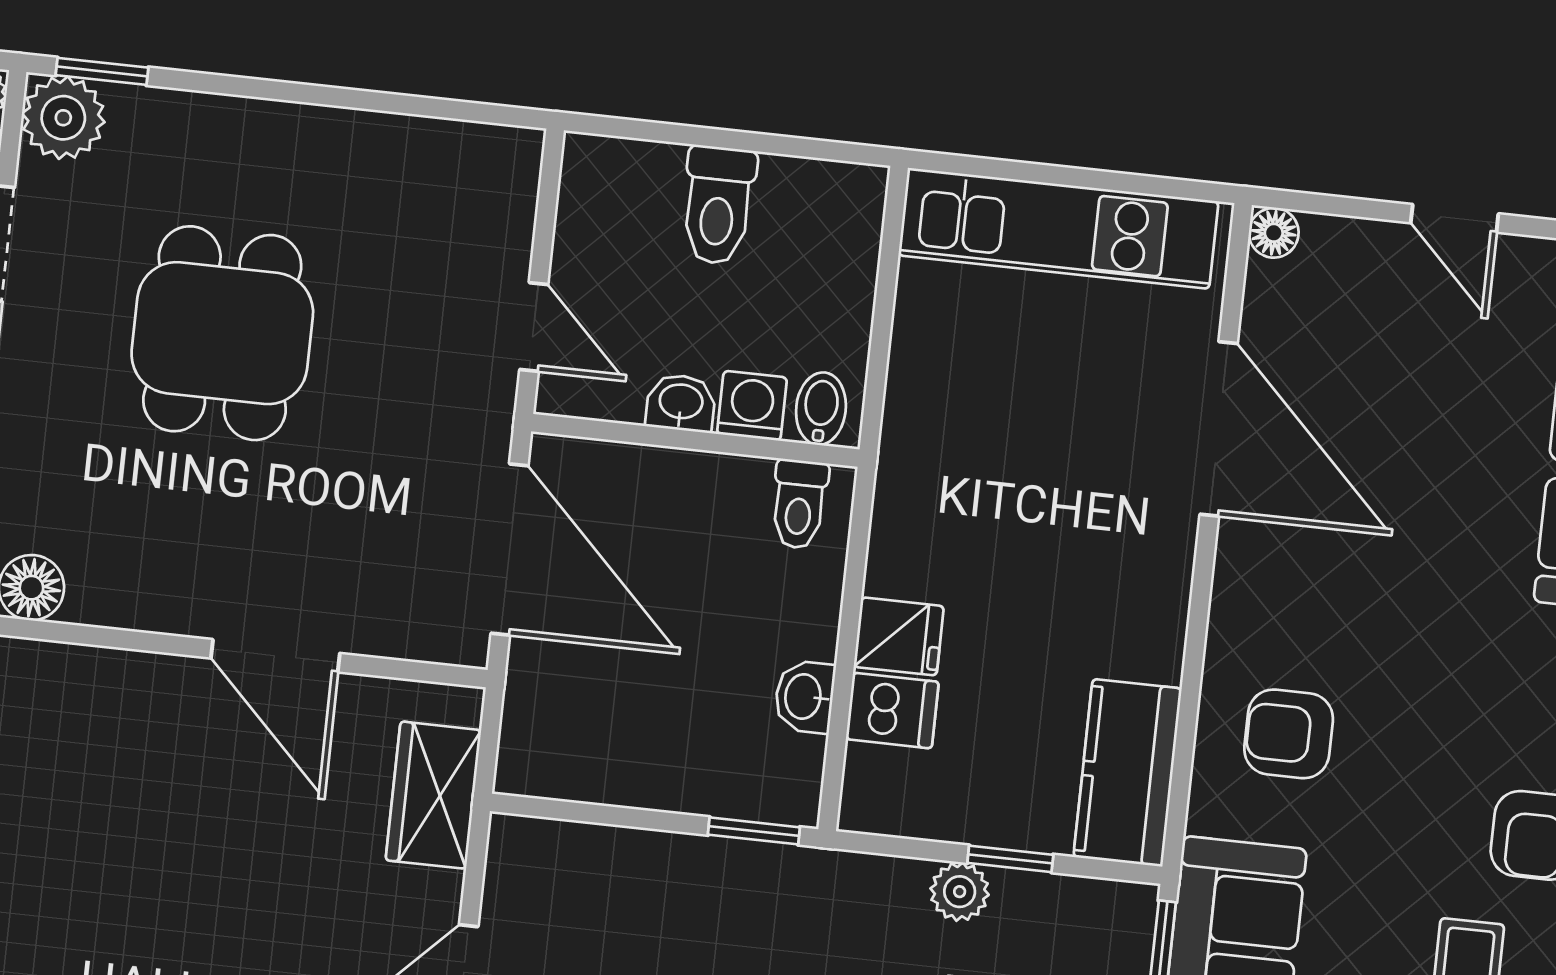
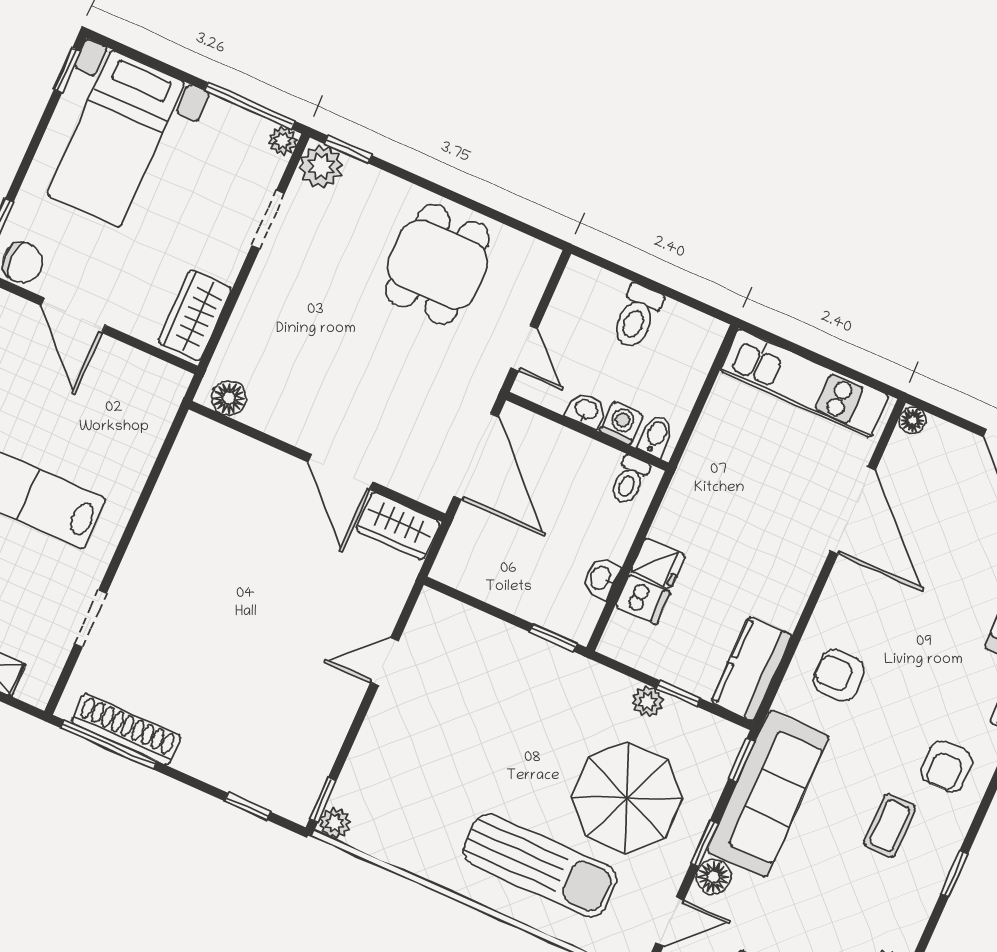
dining table: (222, 333) -> (437, 264), moved
wardrobe: (433, 795) -> (398, 526), moved, turned -90

